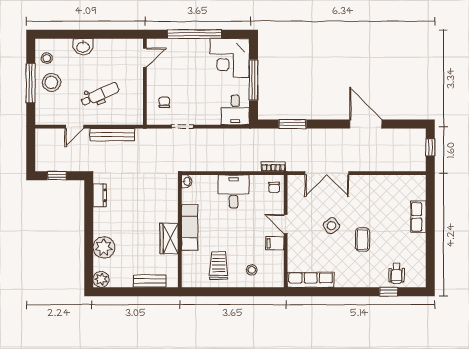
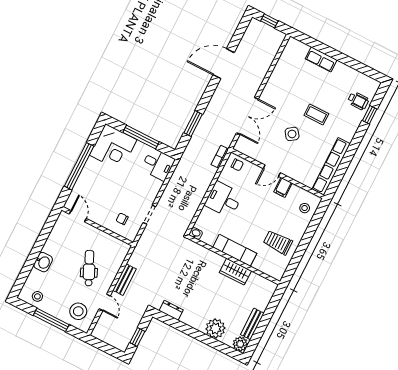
stool: (51, 82) -> (78, 311), moved
bench: (112, 135) -> (124, 280), width x0.73
stool: (252, 270) -> (305, 208), moved
row of seats: (311, 280) -> (331, 166), width x1.36
bench: (150, 281) -> (252, 324), moved

